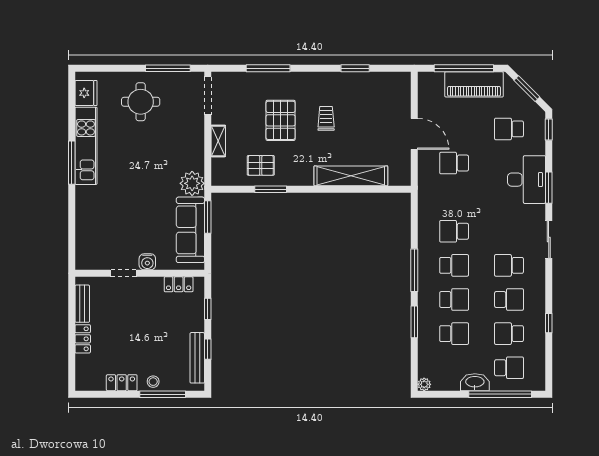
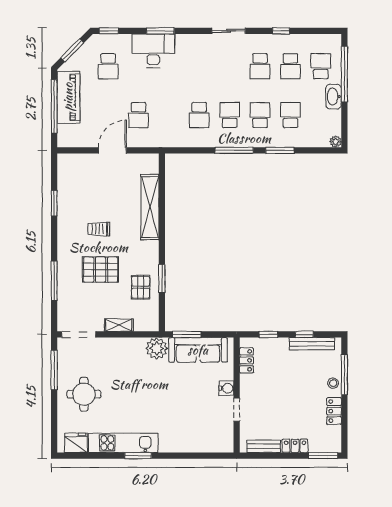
window: (72, 163) -> (138, 456), width x0.69
sliding door: (549, 240) -> (229, 31), moved
school desk: (509, 265) -> (230, 66), removed
school desk: (509, 299) -> (260, 66), turned 180
window: (72, 370) -> (323, 456), added

